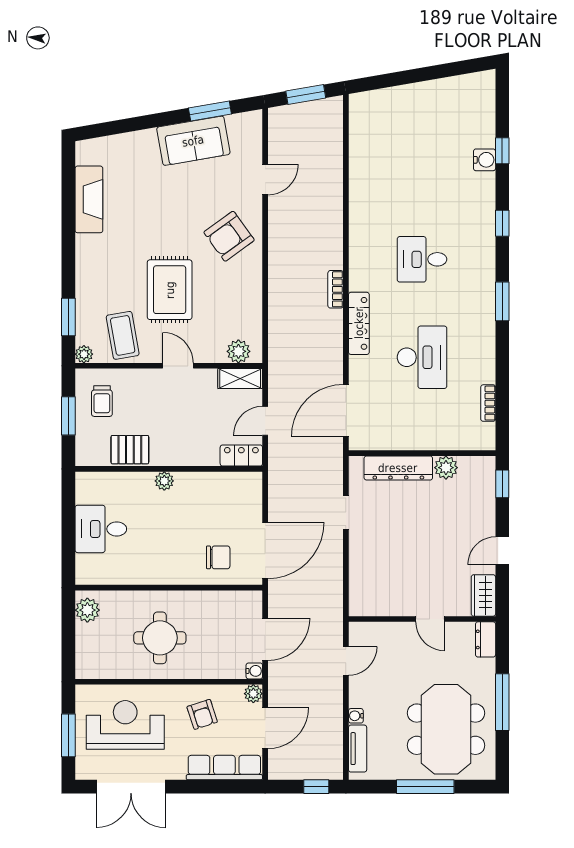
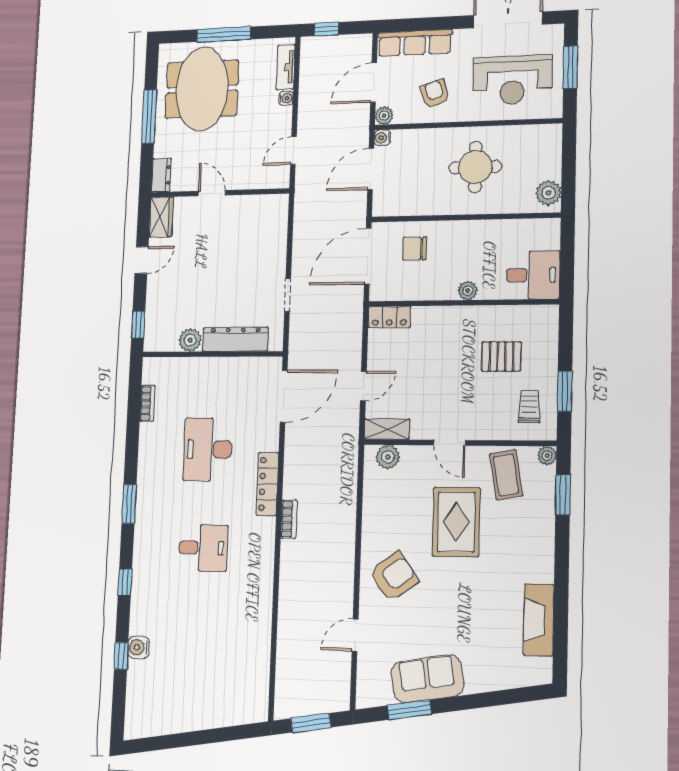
locker: (241, 455) -> (389, 317), moved
wall: (169, 469) -> (463, 303), moved
plant: (164, 481) -> (468, 291), moved

